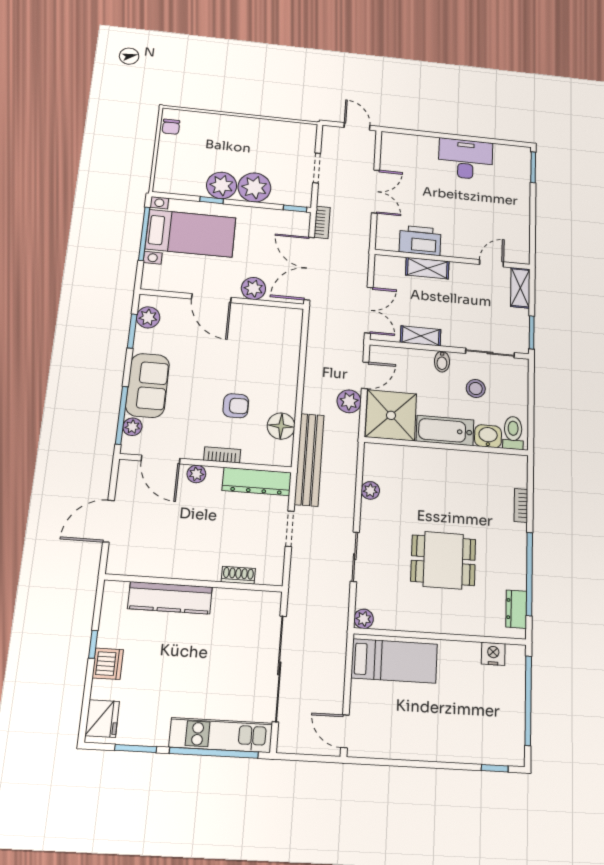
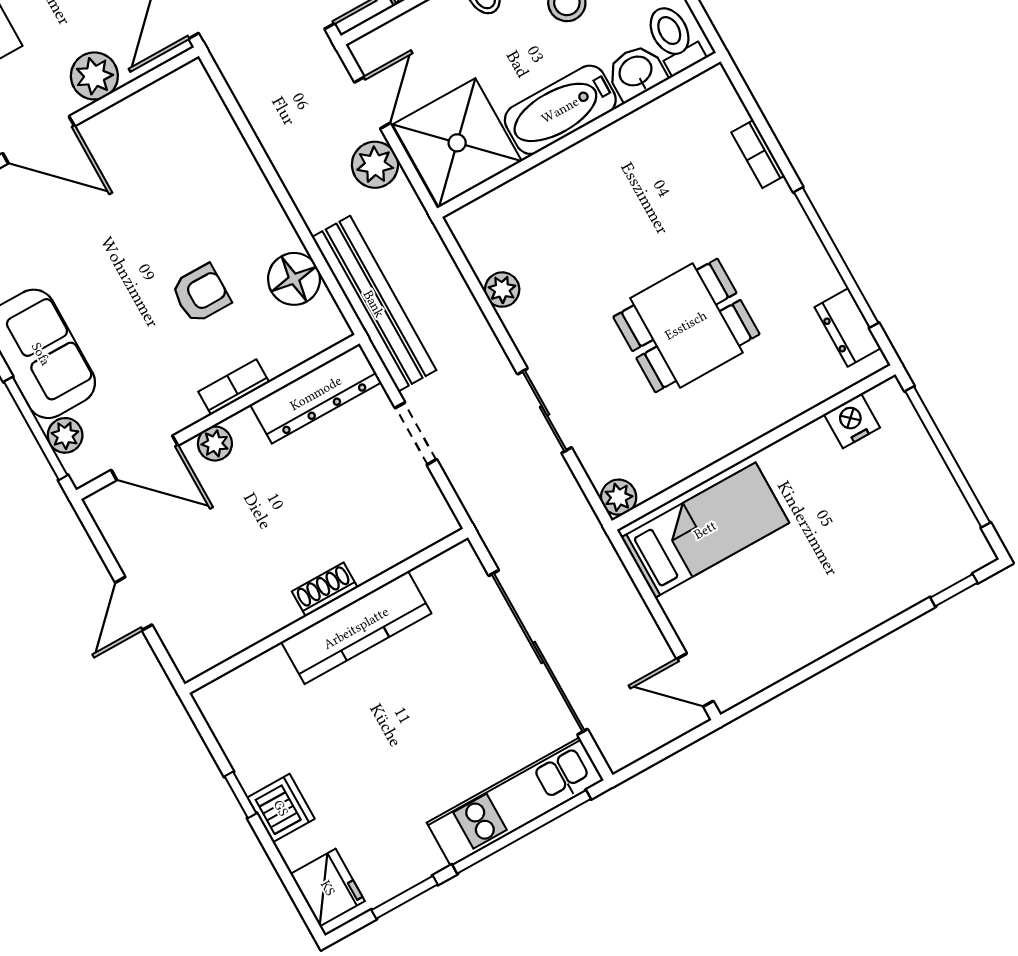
door: (108, 521) -> (134, 604), width x0.73
shoe rack: (238, 575) -> (325, 589), moved
kitchen counter: (170, 598) -> (356, 628), moved

